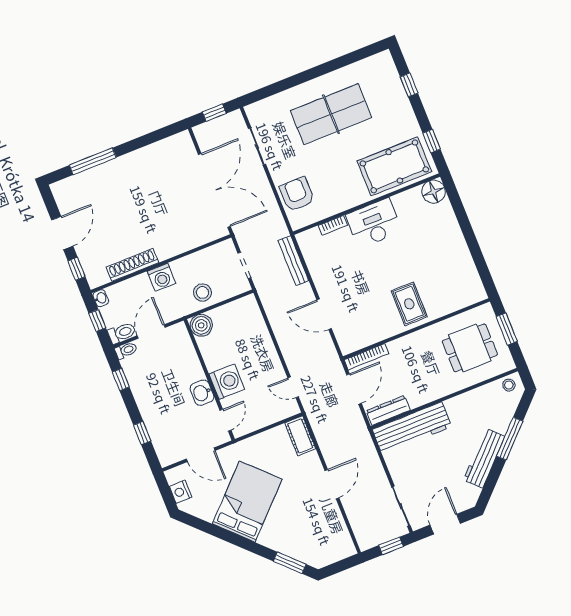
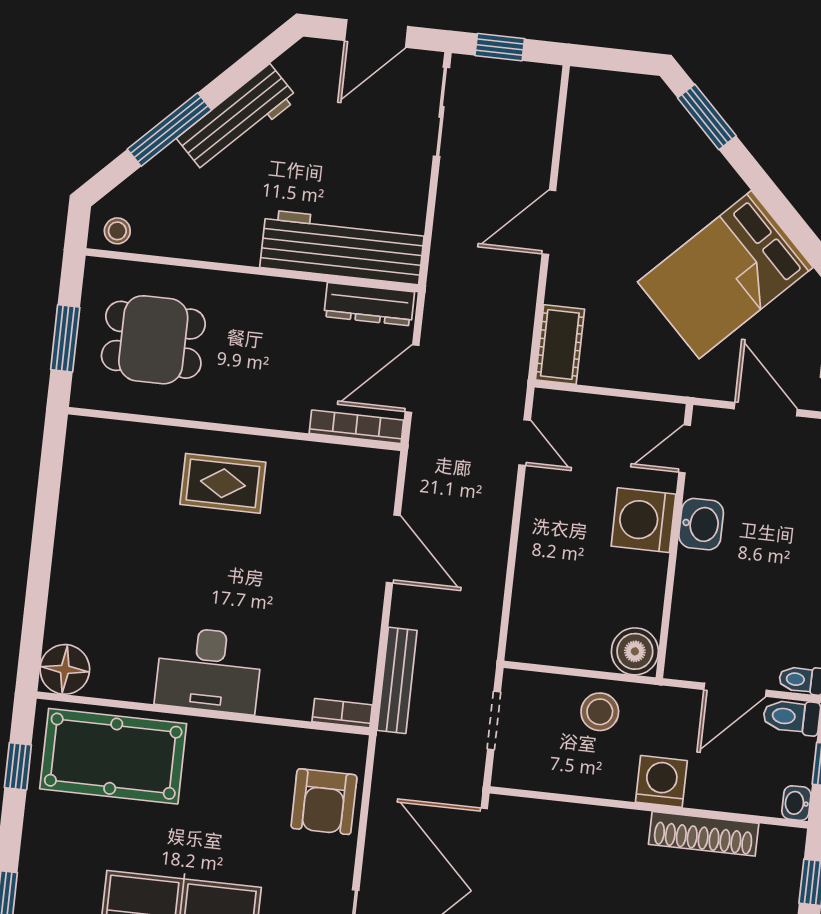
bookcase: (333, 225) -> (342, 713), moved
rug: (409, 304) -> (223, 483), turned 90

